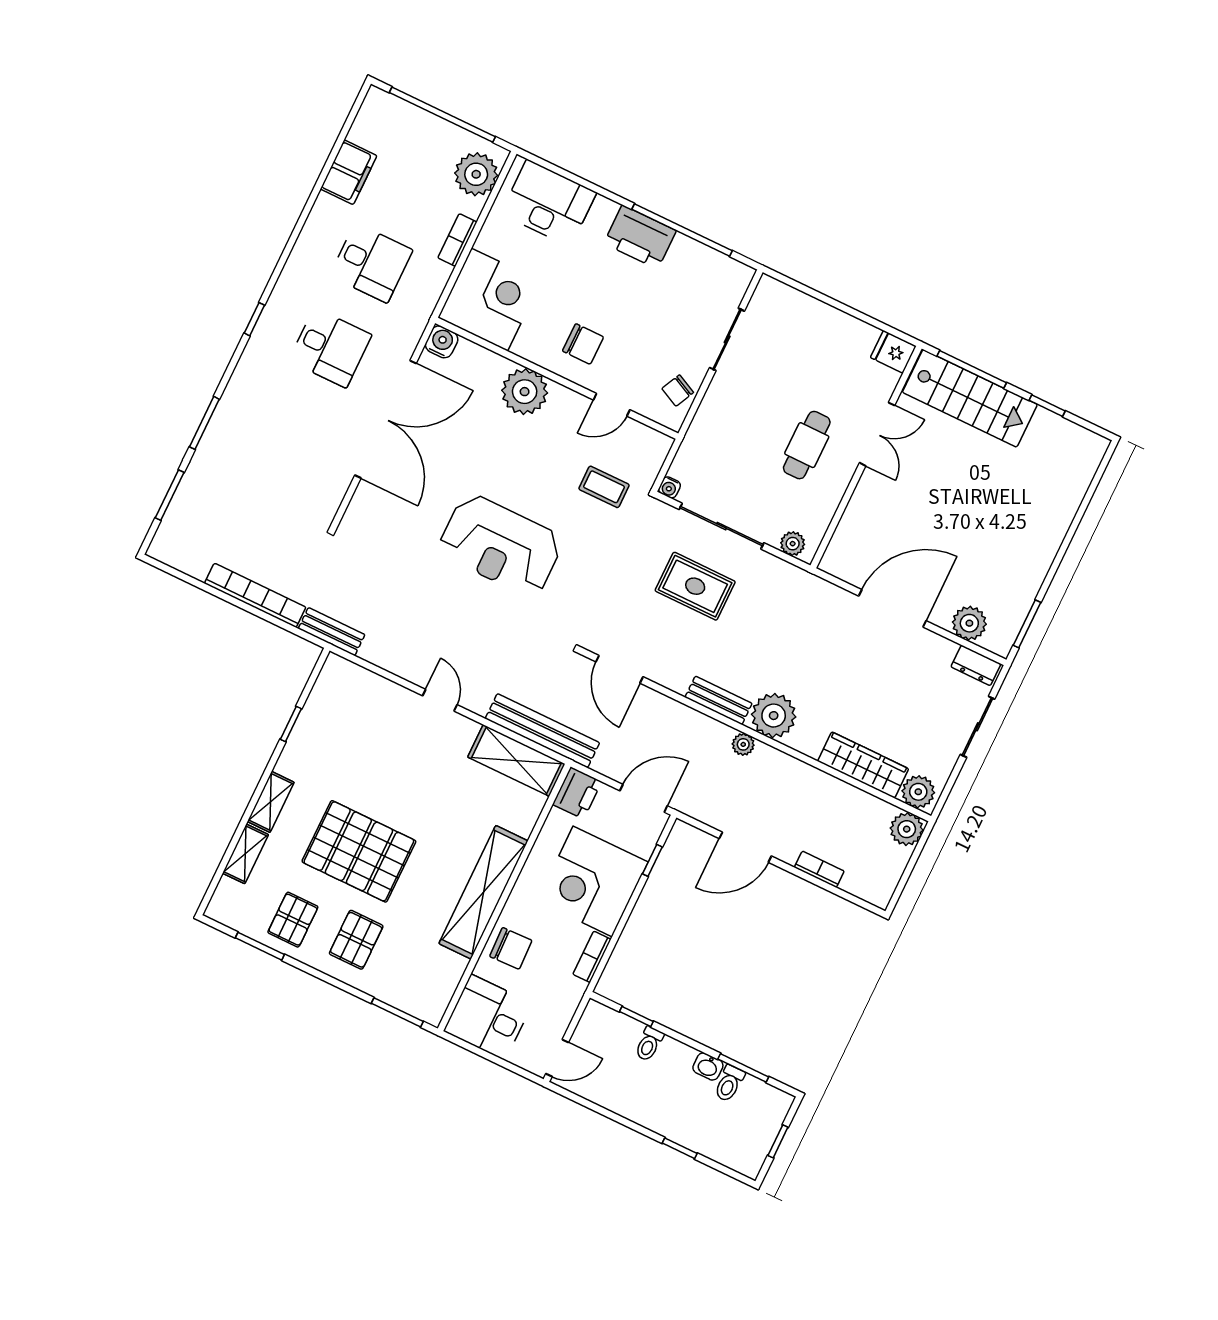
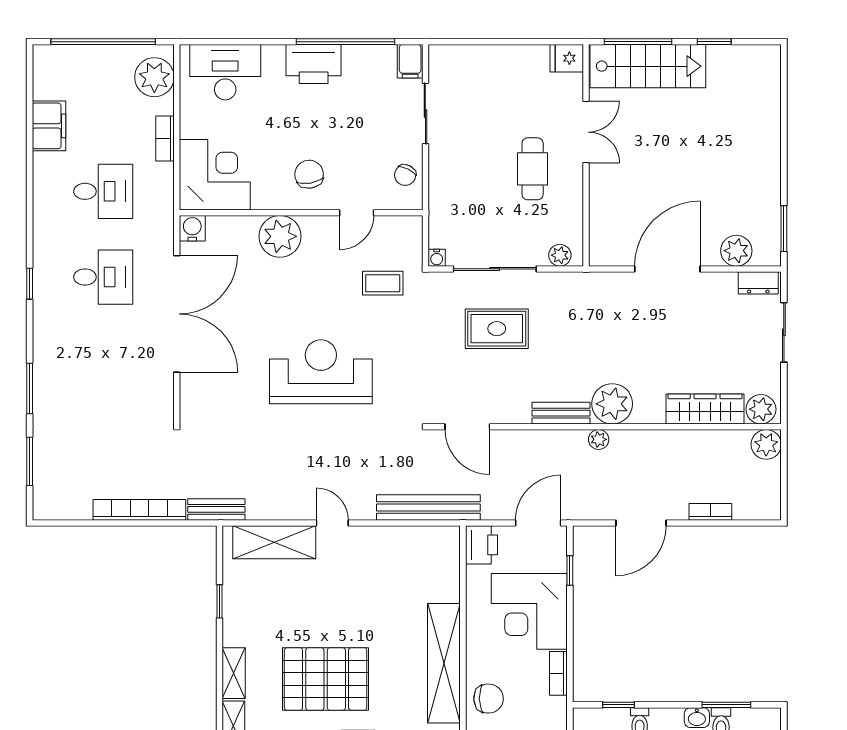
filing cabinet: (737, 280) -> (410, 61), added
chair: (583, 344) -> (309, 174), turned -100
reception desk: (501, 545) -> (321, 372), turned 180
shelving: (516, 760) -> (274, 542), moved

